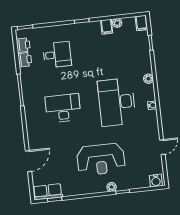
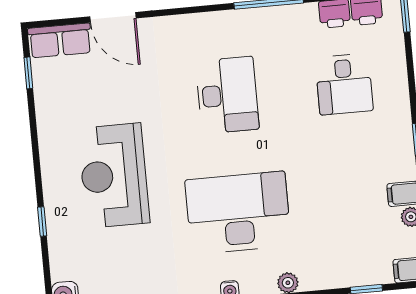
plant: (112, 187) -> (53, 198), removed
row of seats: (48, 192) -> (60, 40), moved, turned 90

